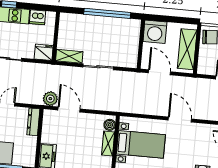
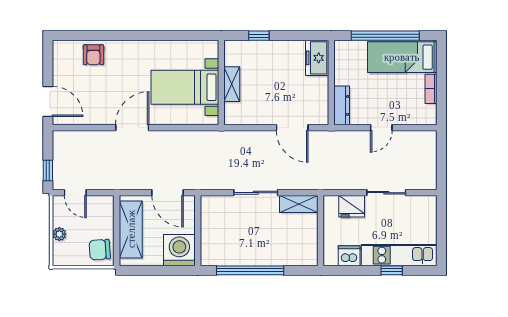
fridge: (44, 52) -> (352, 206), moved
plant: (50, 99) -> (320, 141), removed
door: (180, 120) -> (132, 128), swing flipped
boiler: (110, 125) -> (232, 111), removed

